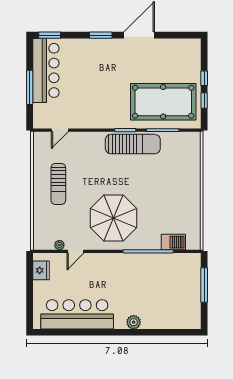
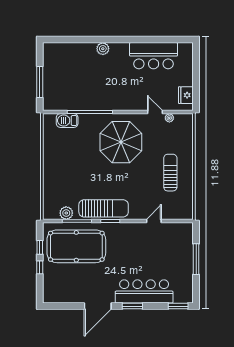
bar counter: (46, 70) -> (144, 291), moved, turned 90
door: (60, 130) -> (154, 221), moved
plant: (174, 139) -> (66, 213), added
sun lounger: (133, 144) -> (104, 208), turned 180
door: (75, 251) -> (155, 112), hinge flipped
bar counter: (77, 314) -> (154, 56), width x0.73

